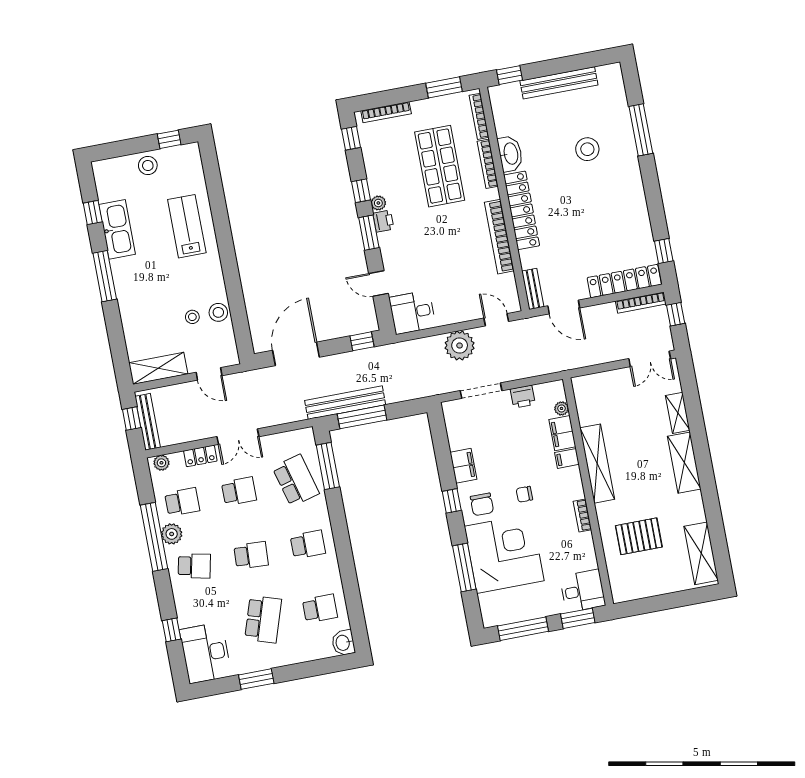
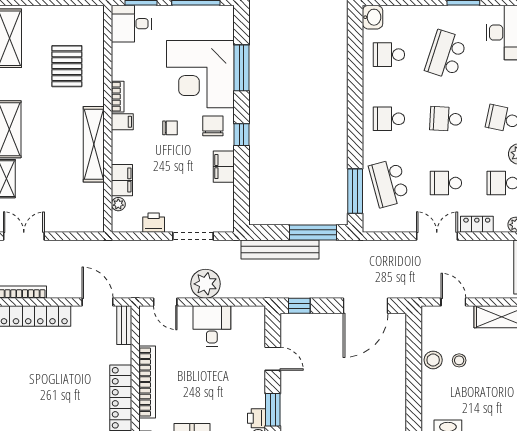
desk: (412, 312) -> (212, 326), moved, turned -90
bench: (345, 403) -> (280, 249), moved
filing cabinet: (567, 458) -> (122, 122), moved
pallet: (639, 536) -> (67, 66), turned 90

